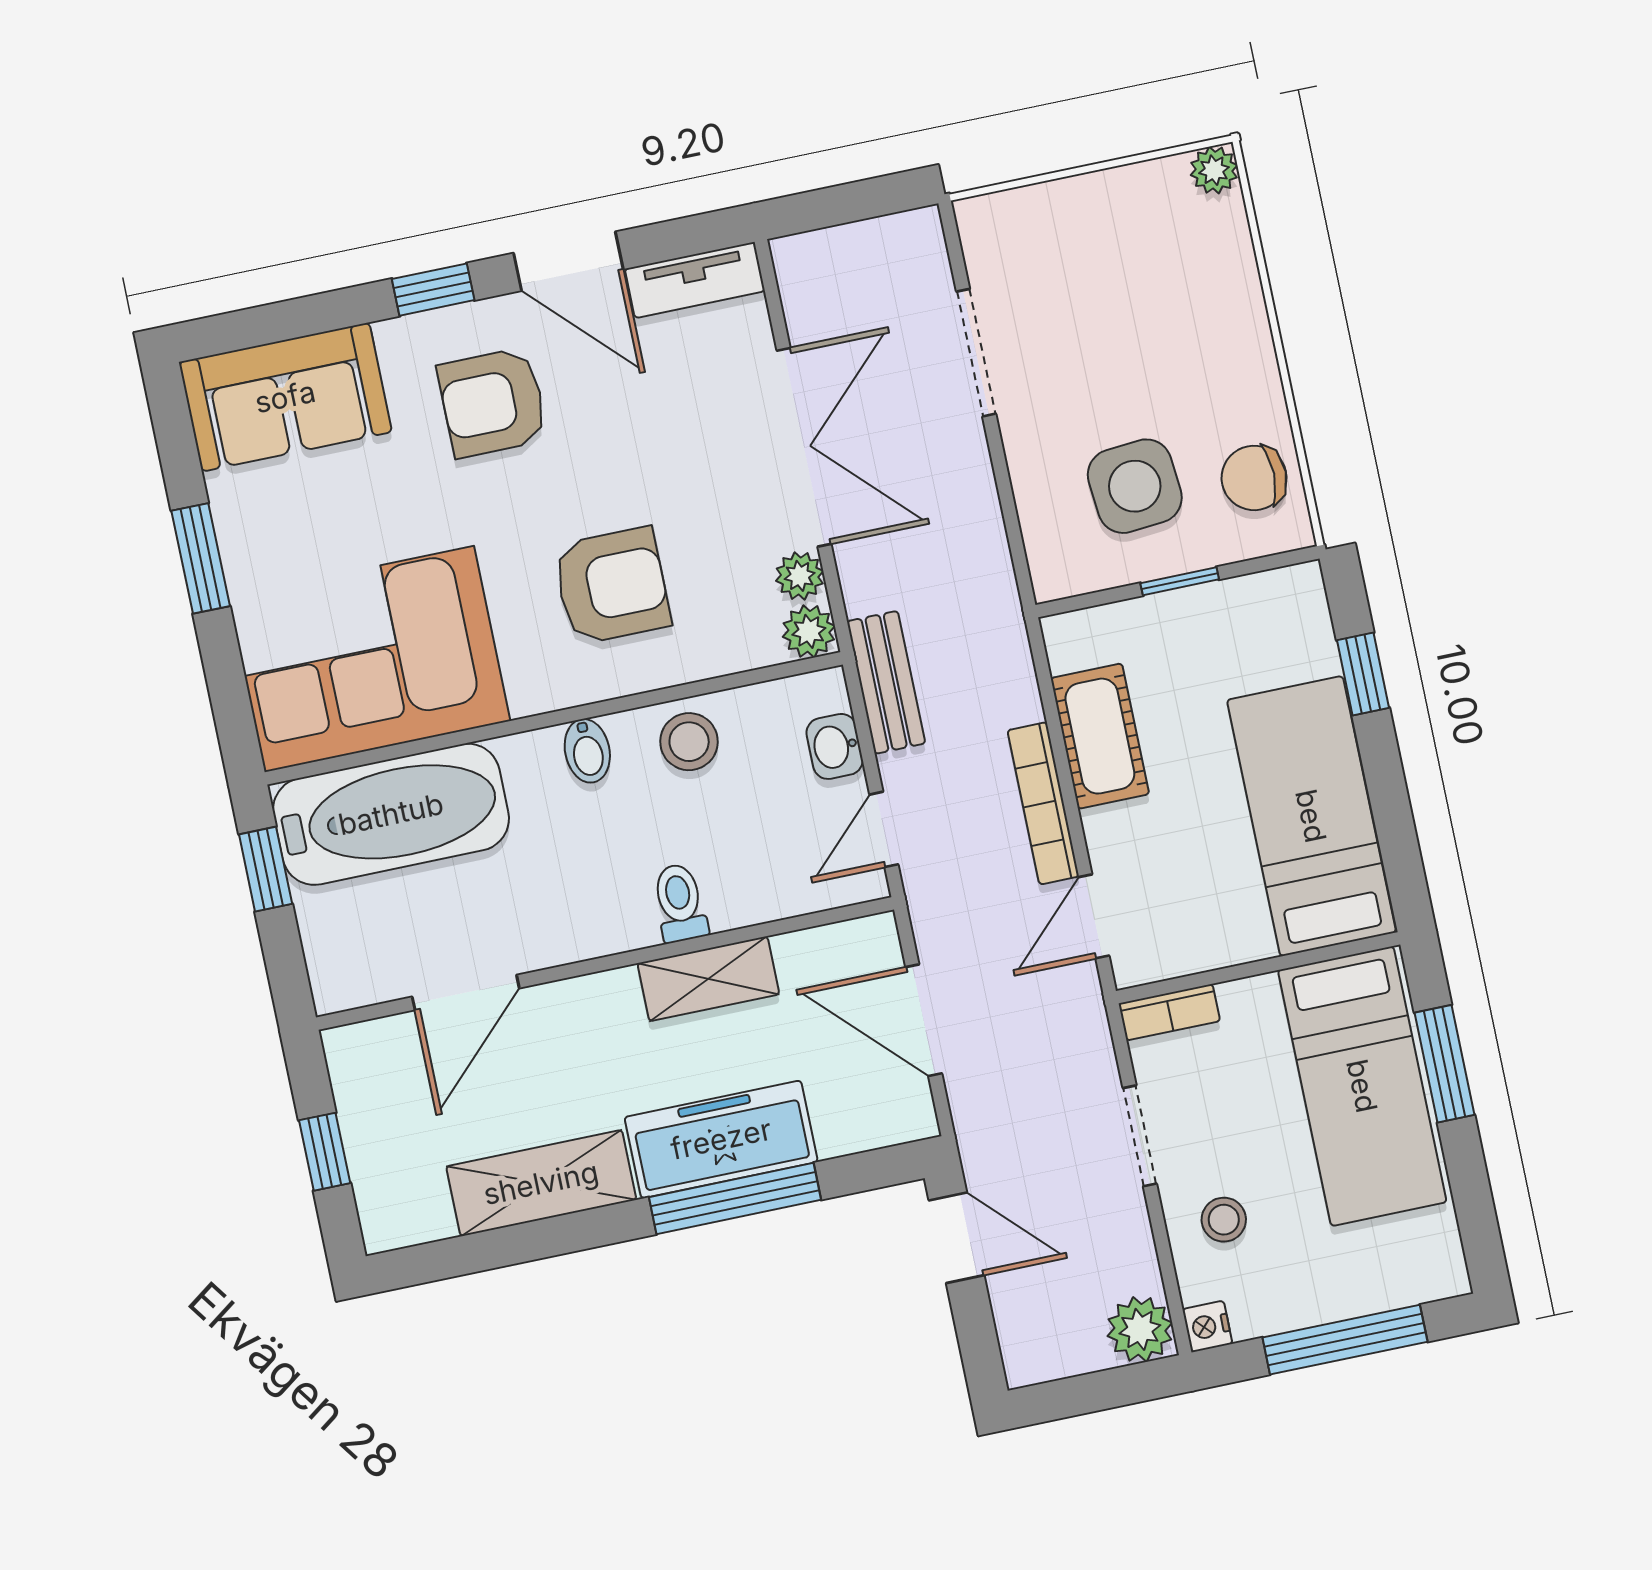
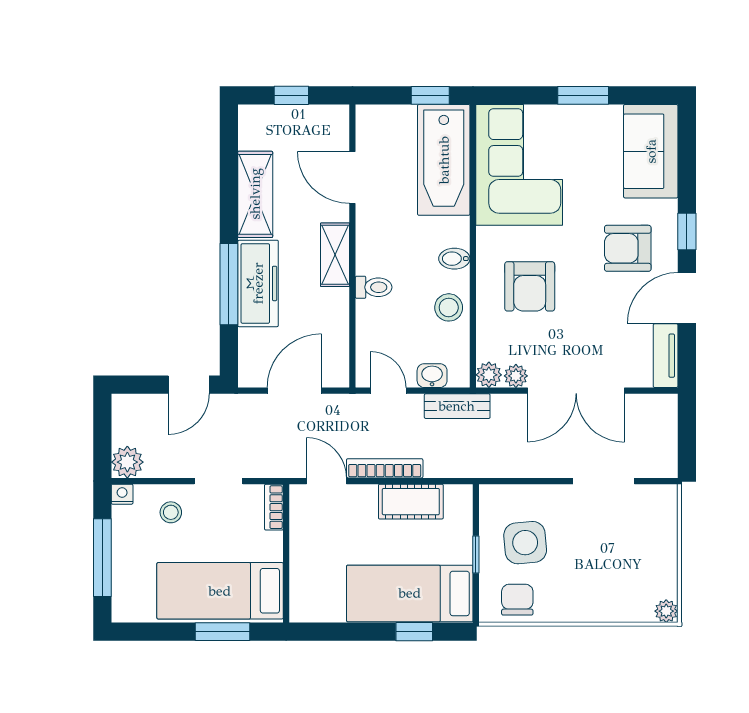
armchair: (493, 403) -> (628, 248), turned -90
bed: (1311, 816) -> (410, 593), moved, turned 180
shelving: (708, 979) -> (335, 255), moved

